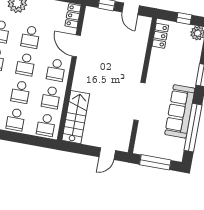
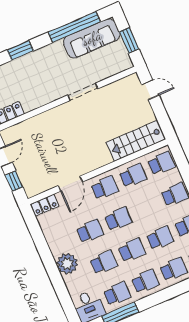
school desk: (21, 92) -> (147, 207), removed
doorway: (140, 101) -> (83, 92), width x0.73
sofa: (180, 111) -> (92, 38), moved
window: (155, 162) -> (129, 40), width x0.69

